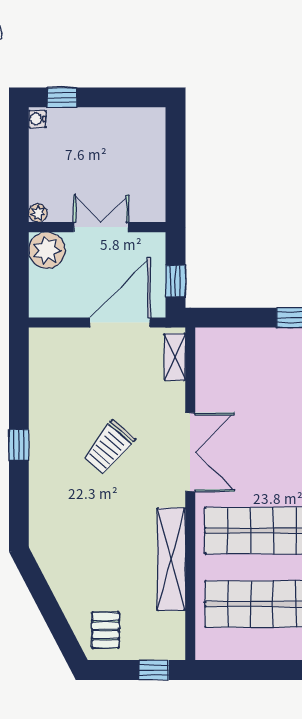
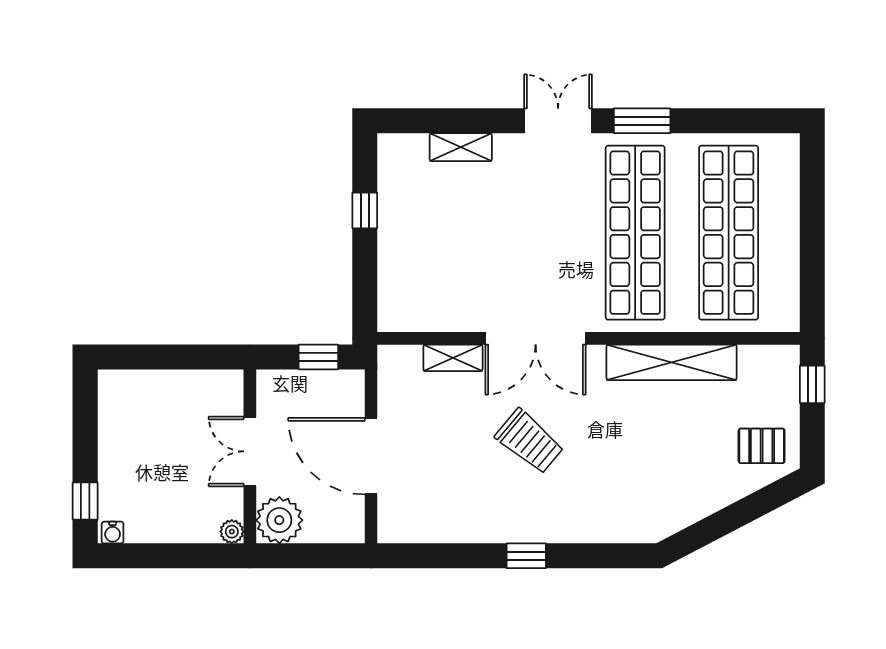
door: (120, 323) -> (371, 456), moved
shelving: (175, 357) -> (453, 358), moved
double door: (190, 452) -> (536, 338), swing flipped

